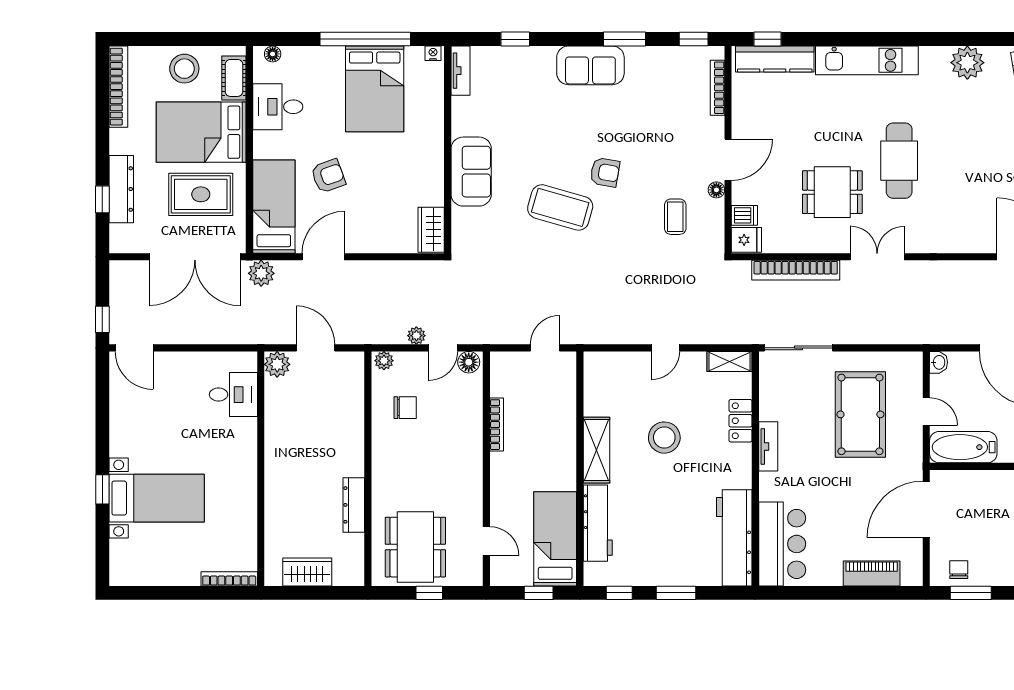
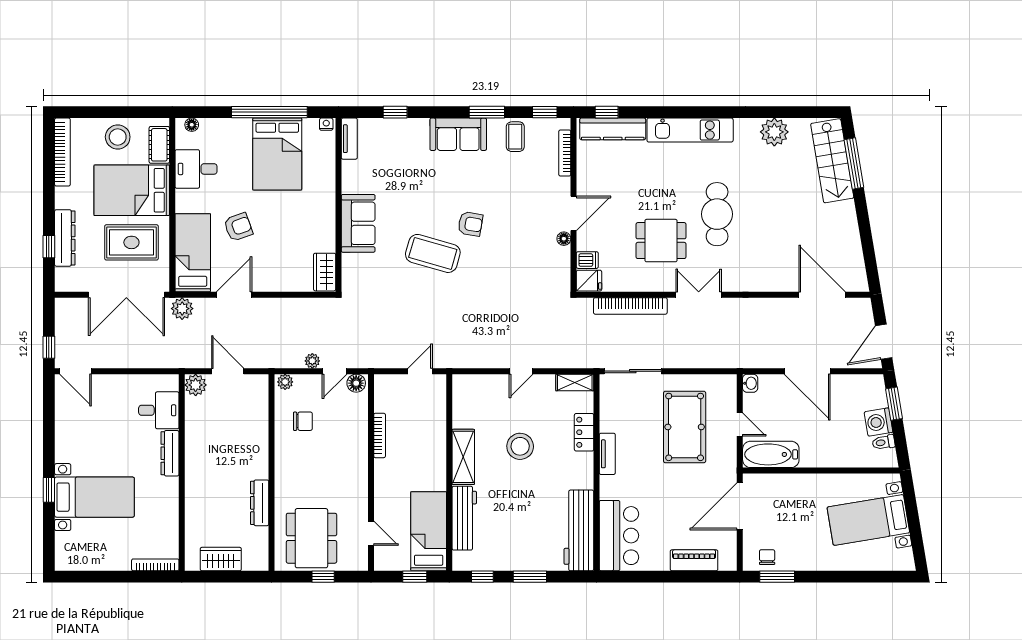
coffee table: (675, 217) -> (515, 137), moved
dresser: (247, 446) -> (170, 453), added

